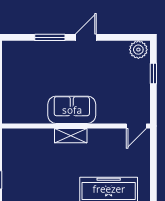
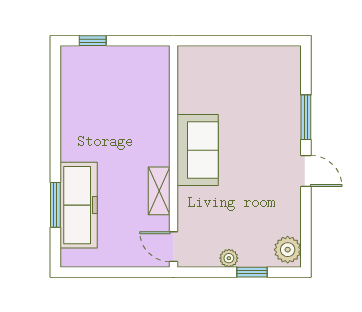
plant: (144, 89) -> (229, 258), added
shelving: (71, 136) -> (159, 191), moved

